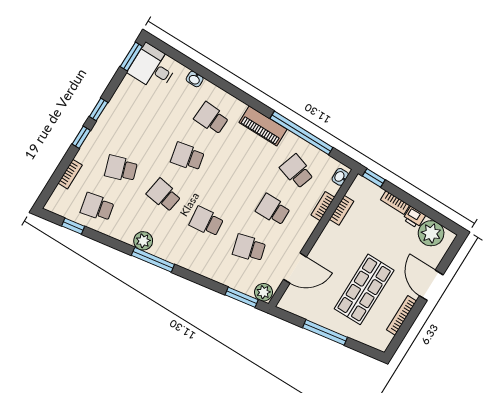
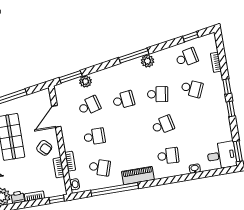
school desk: (121, 169) -> (192, 88), turned 42
armchair: (338, 245) -> (44, 148), added
plant: (264, 292) -> (85, 81), moved

